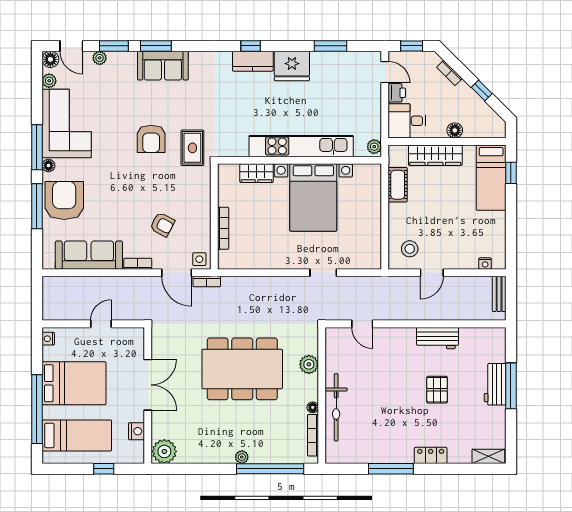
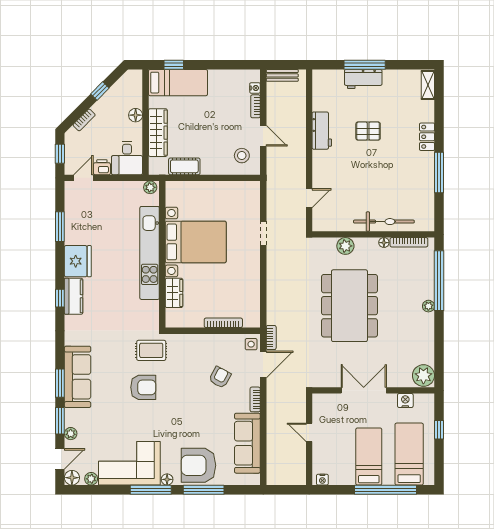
sofa: (163, 66) -> (78, 377), width x1.36
bookcase: (465, 264) -> (256, 106), added
bed: (74, 383) -> (369, 457), width x0.67

